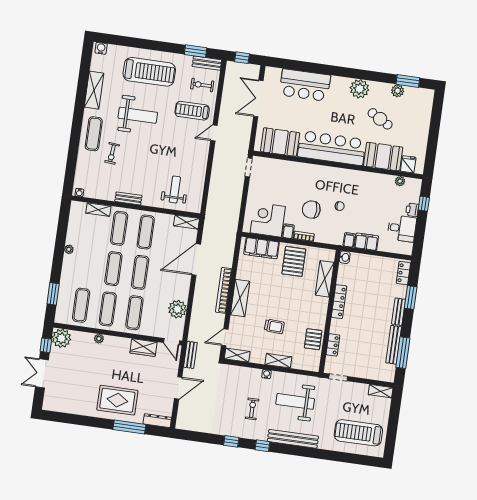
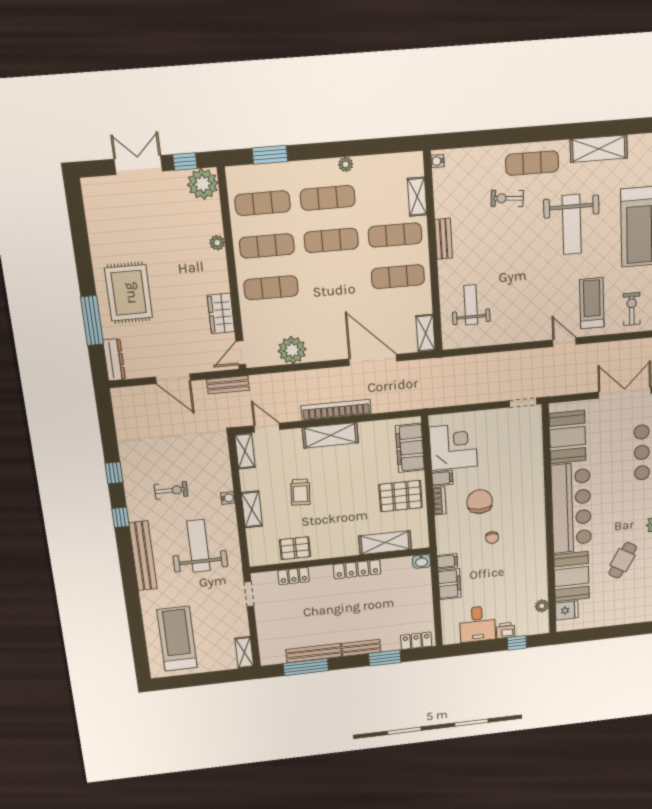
weight bench: (175, 189) -> (471, 305), turned -90
exercise mat: (140, 272) -> (328, 198), moved

